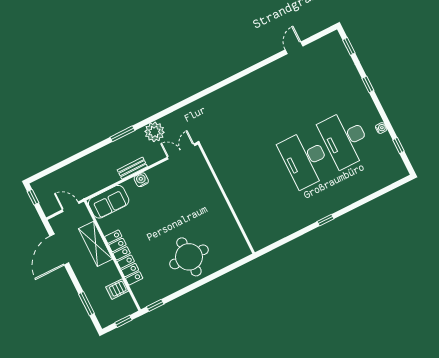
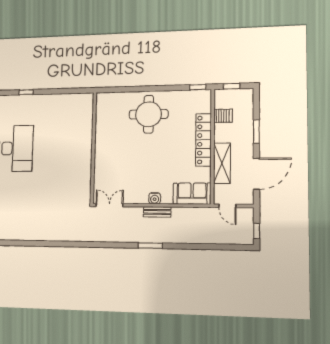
plant: (155, 132) -> (123, 233), removed
double door: (181, 151) -> (109, 205), swing flipped
window: (86, 304) -> (256, 132), moved

